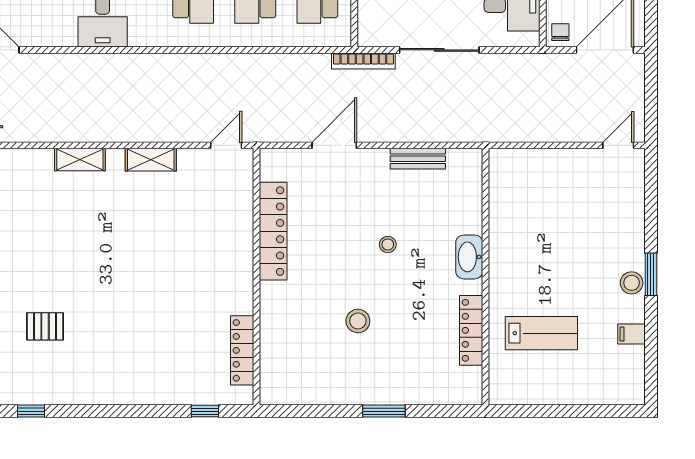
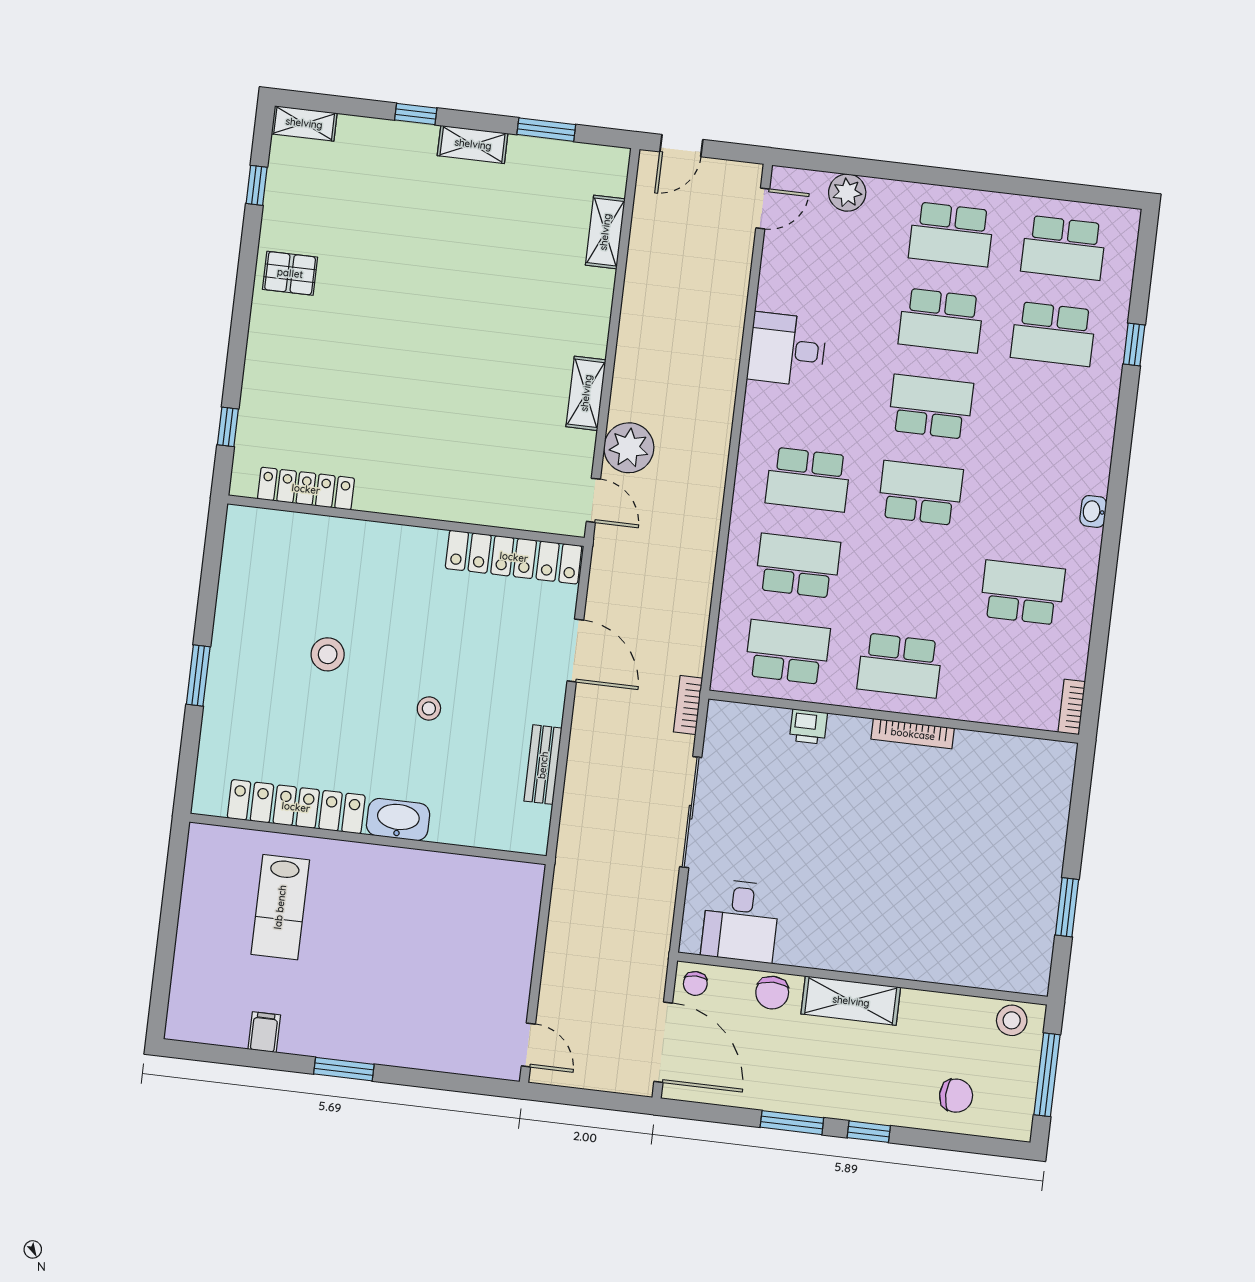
chair: (560, 32) -> (695, 983), turned 90
bookcase: (363, 61) -> (688, 705), width x0.64
plant: (186, 125) -> (629, 448), added
shelving: (80, 160) -> (605, 232), moved
locker: (273, 231) -> (514, 557), moved
stool: (632, 283) -> (335, 1041), removed
pallet: (45, 326) -> (290, 273), moved, turned 90
locker: (471, 330) -> (296, 807), width x1.41, depth x1.21

